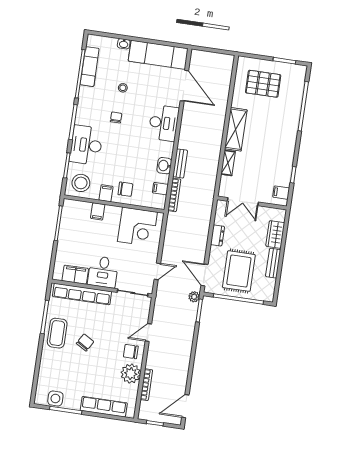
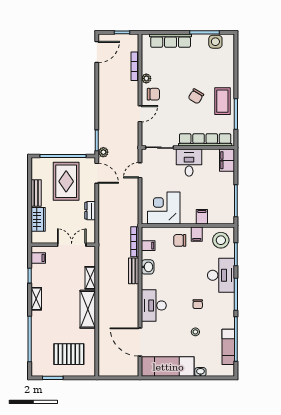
shelving: (290, 149) -> (36, 299), added
filing cabinet: (75, 275) -> (227, 160), moved, turned 90
plant: (131, 374) -> (146, 78), width x0.53, depth x0.53

